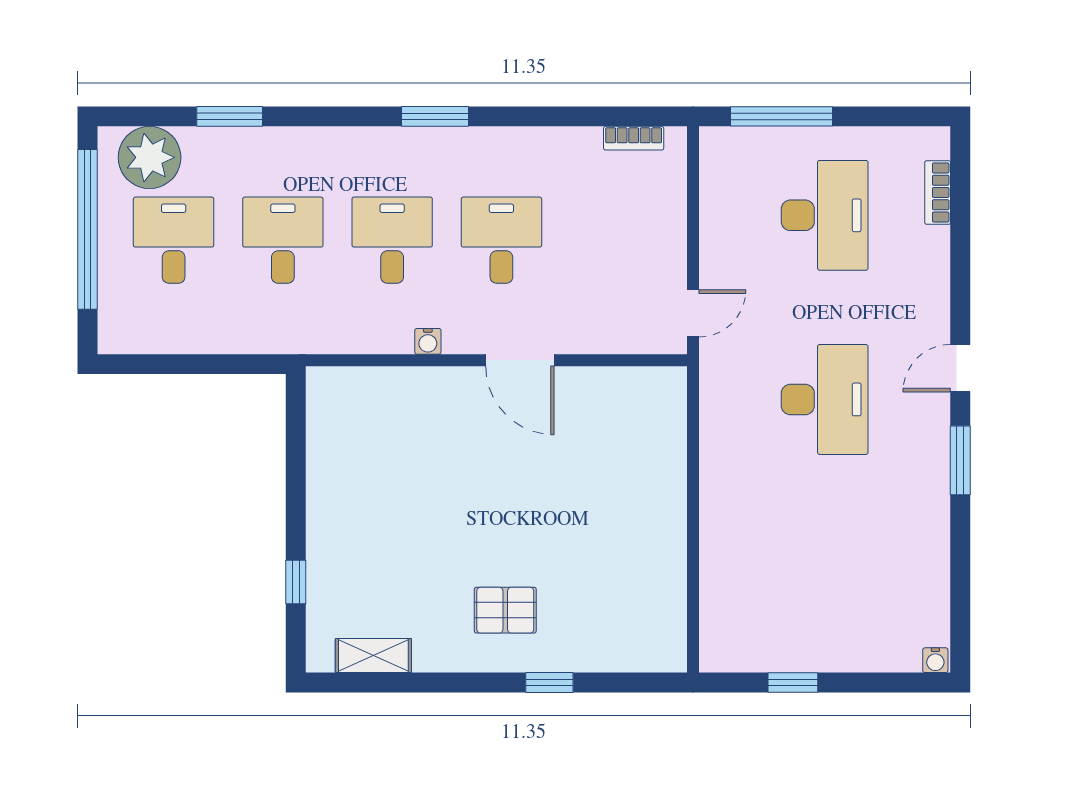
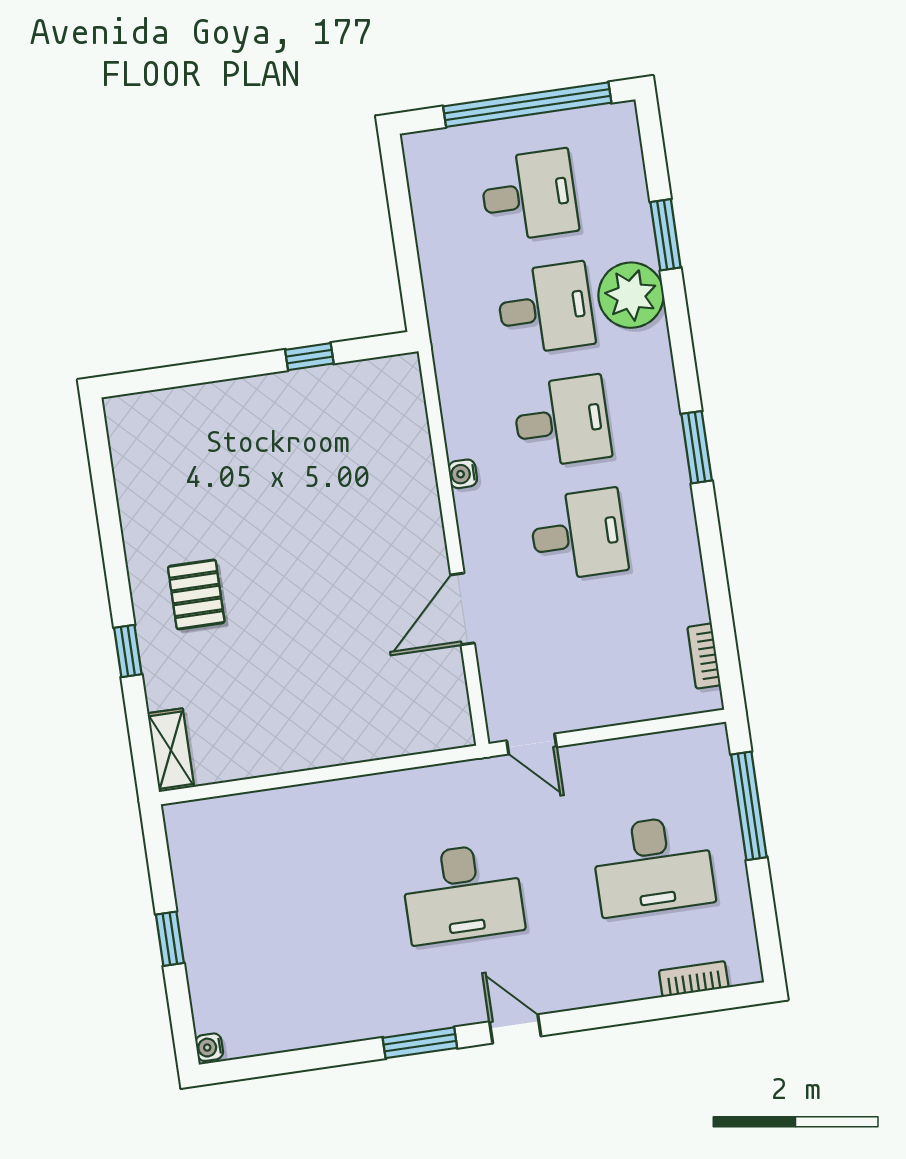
plant: (150, 157) -> (631, 295), moved
door: (520, 360) -> (463, 609), moved
window: (296, 582) -> (309, 357), moved
shelving: (373, 656) -> (171, 750), moved
window: (793, 683) -> (170, 939), moved

